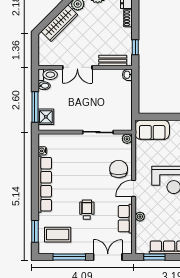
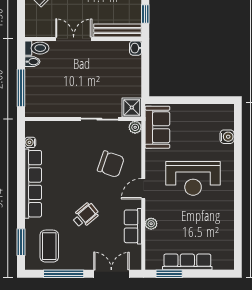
bench: (113, 61) -> (118, 30), width x1.36
double door: (77, 67) -> (74, 39), swing flipped
shower: (46, 117) -> (132, 108), moved
sofa: (152, 130) -> (157, 127), moved, turned -90
chair: (119, 169) -> (111, 164), moved, turned 109
wheelchair: (87, 210) -> (85, 215), turned 50
coffee table: (58, 235) -> (49, 246), turned 90

